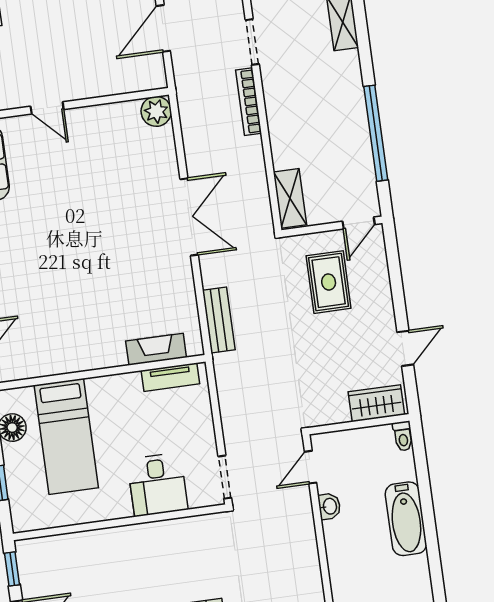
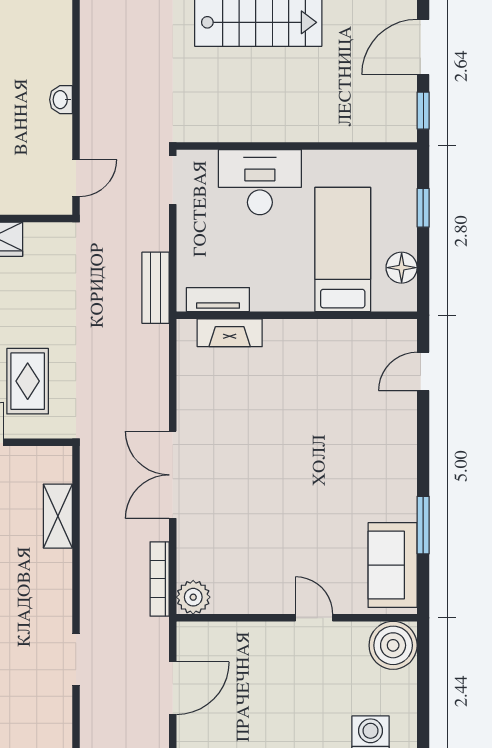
bookcase: (249, 102) -> (160, 579), moved, turned 180
shelving: (290, 198) -> (58, 516), moved
bench: (219, 320) -> (155, 288), moved
desk: (158, 485) -> (260, 182), width x1.37
washbasin: (329, 506) -> (61, 100), moved

